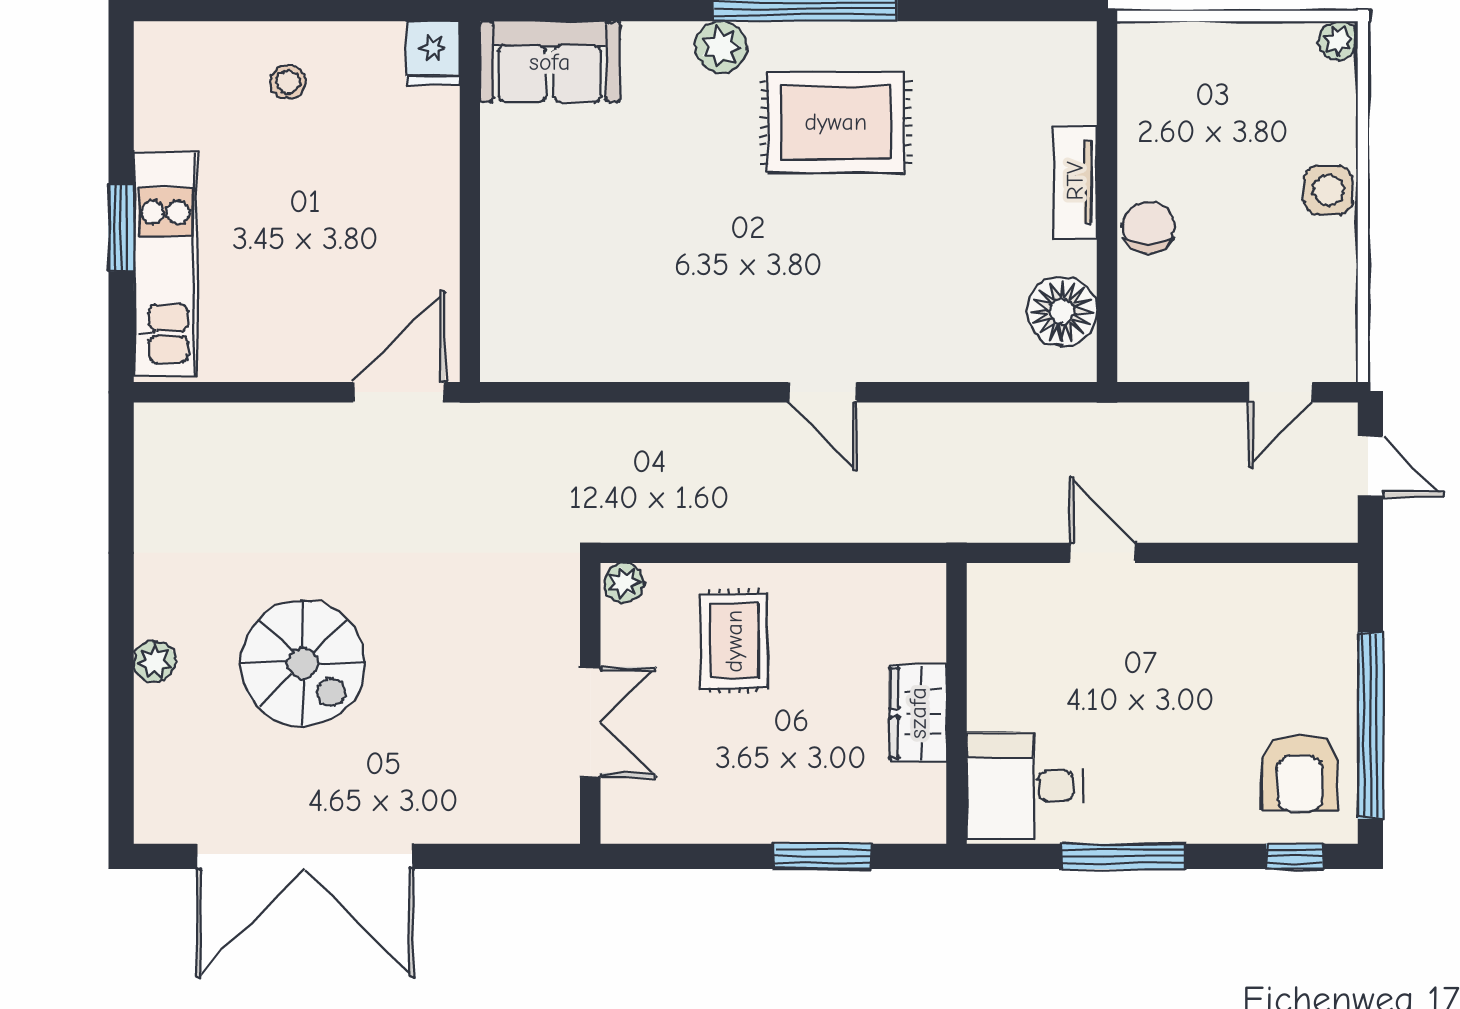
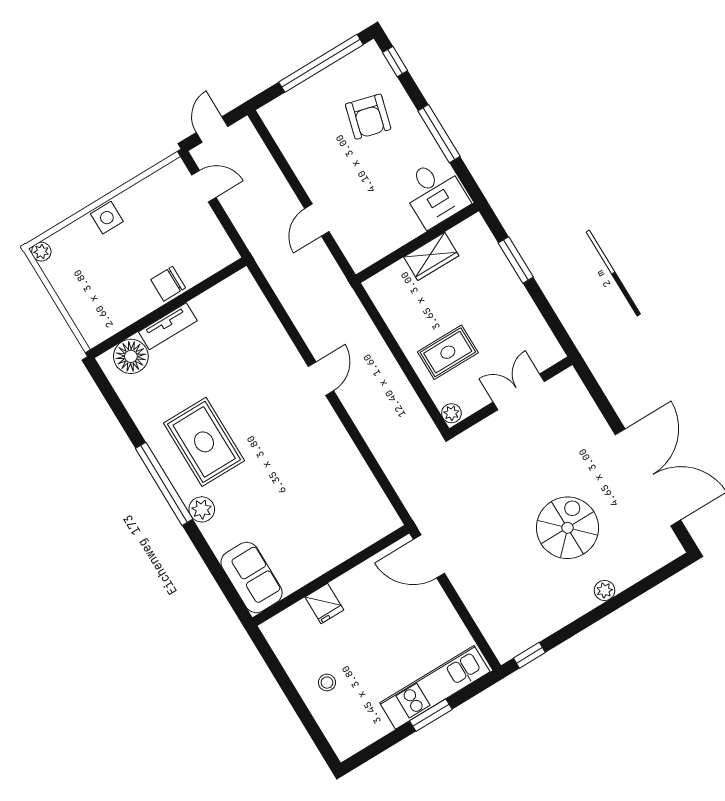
fridge: (433, 53) -> (324, 603), moved, turned 90
floor lamp: (1062, 311) -> (131, 356), moved
window: (121, 462) -> (529, 655), added
armchair: (1300, 773) -> (368, 117), moved, turned 105

